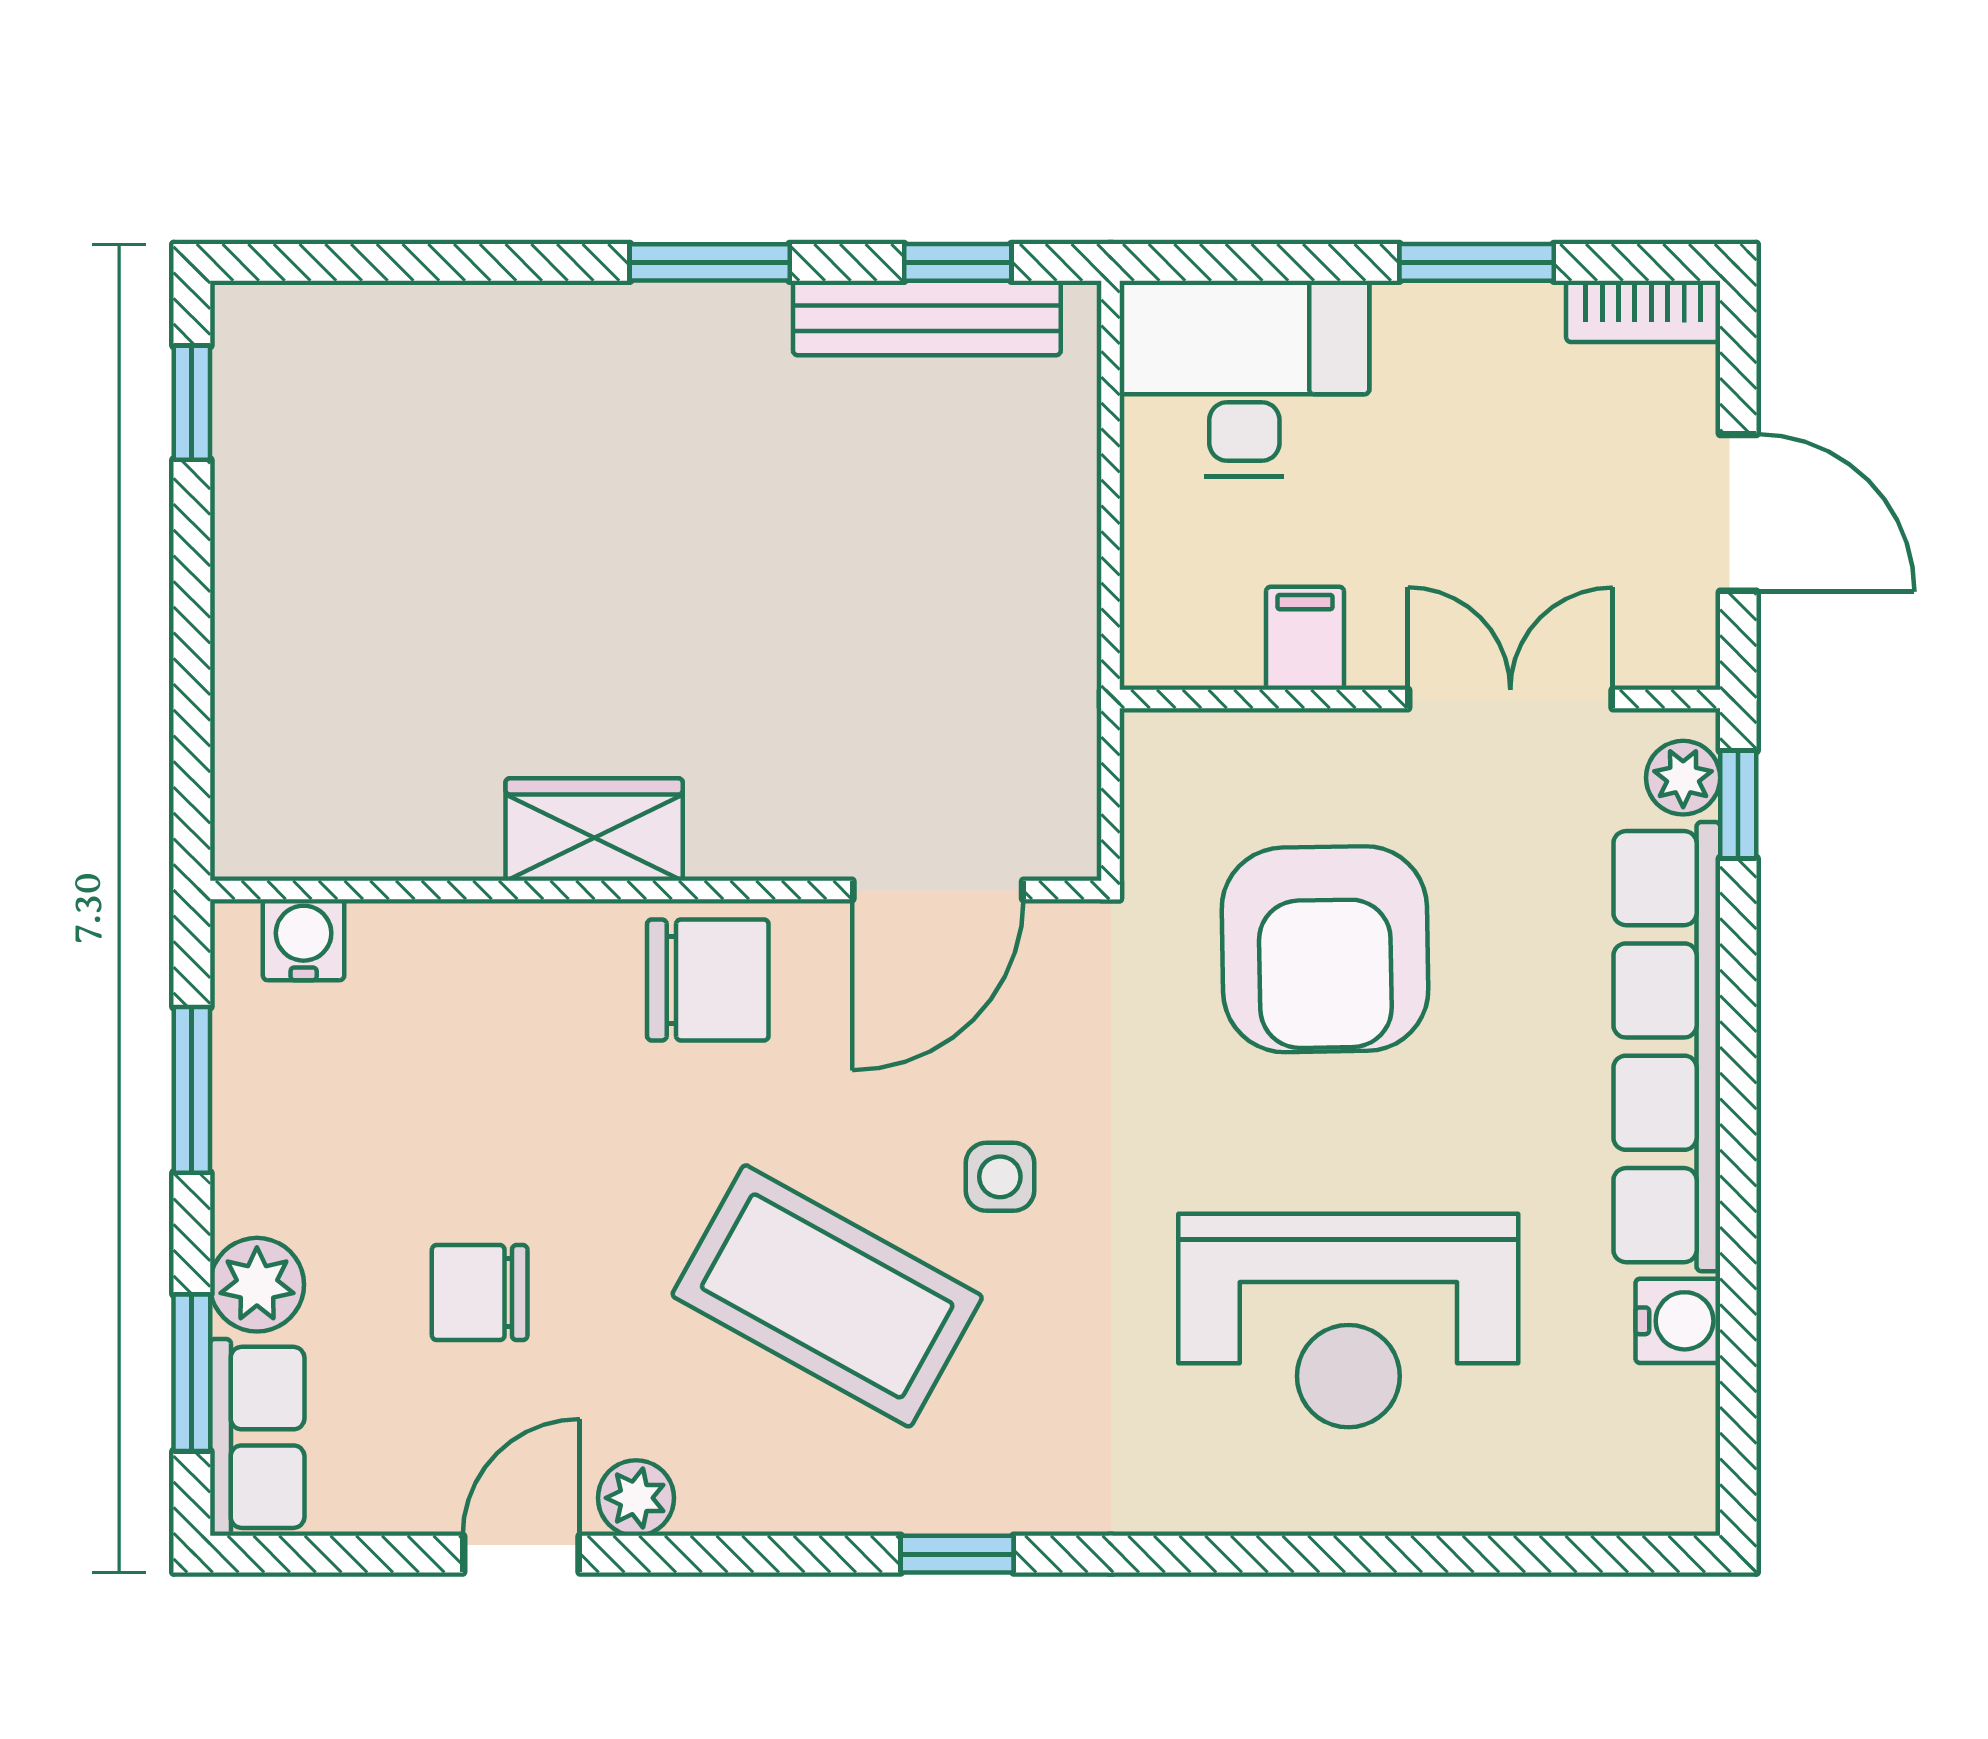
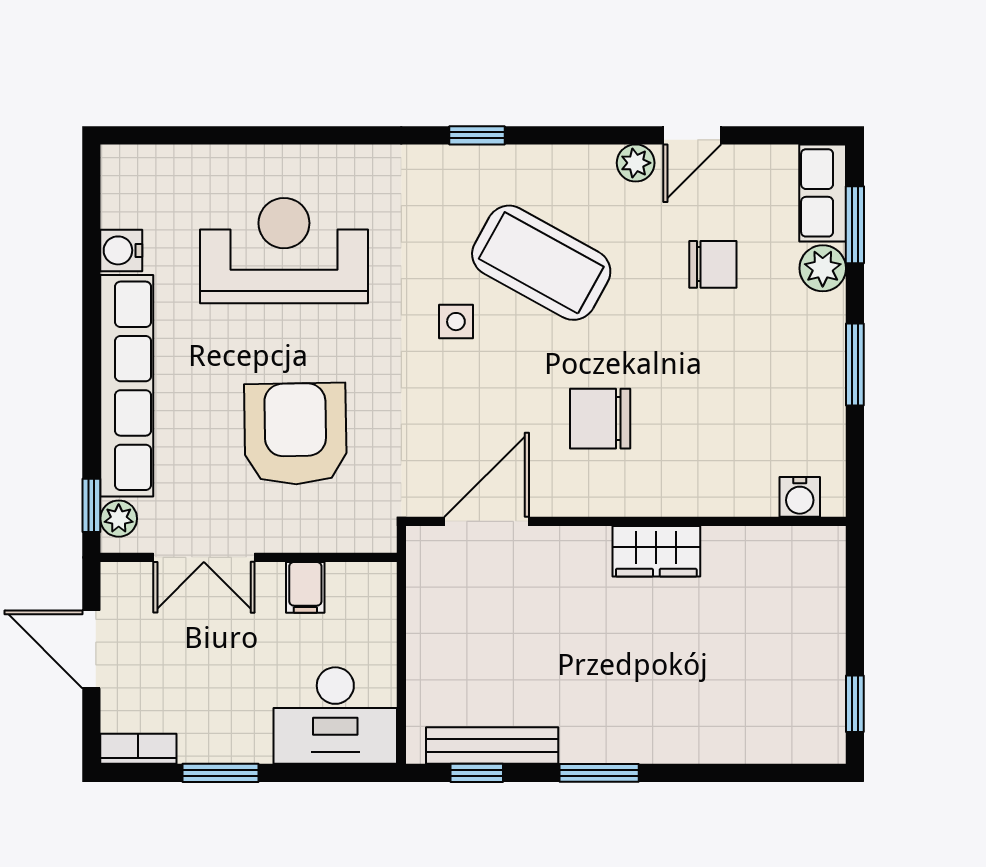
wardrobe: (594, 830) -> (656, 551), moved
wall: (656, 890) -> (626, 521), moved
door: (938, 890) -> (487, 521), moved
water cooler: (304, 940) -> (800, 497), moved

